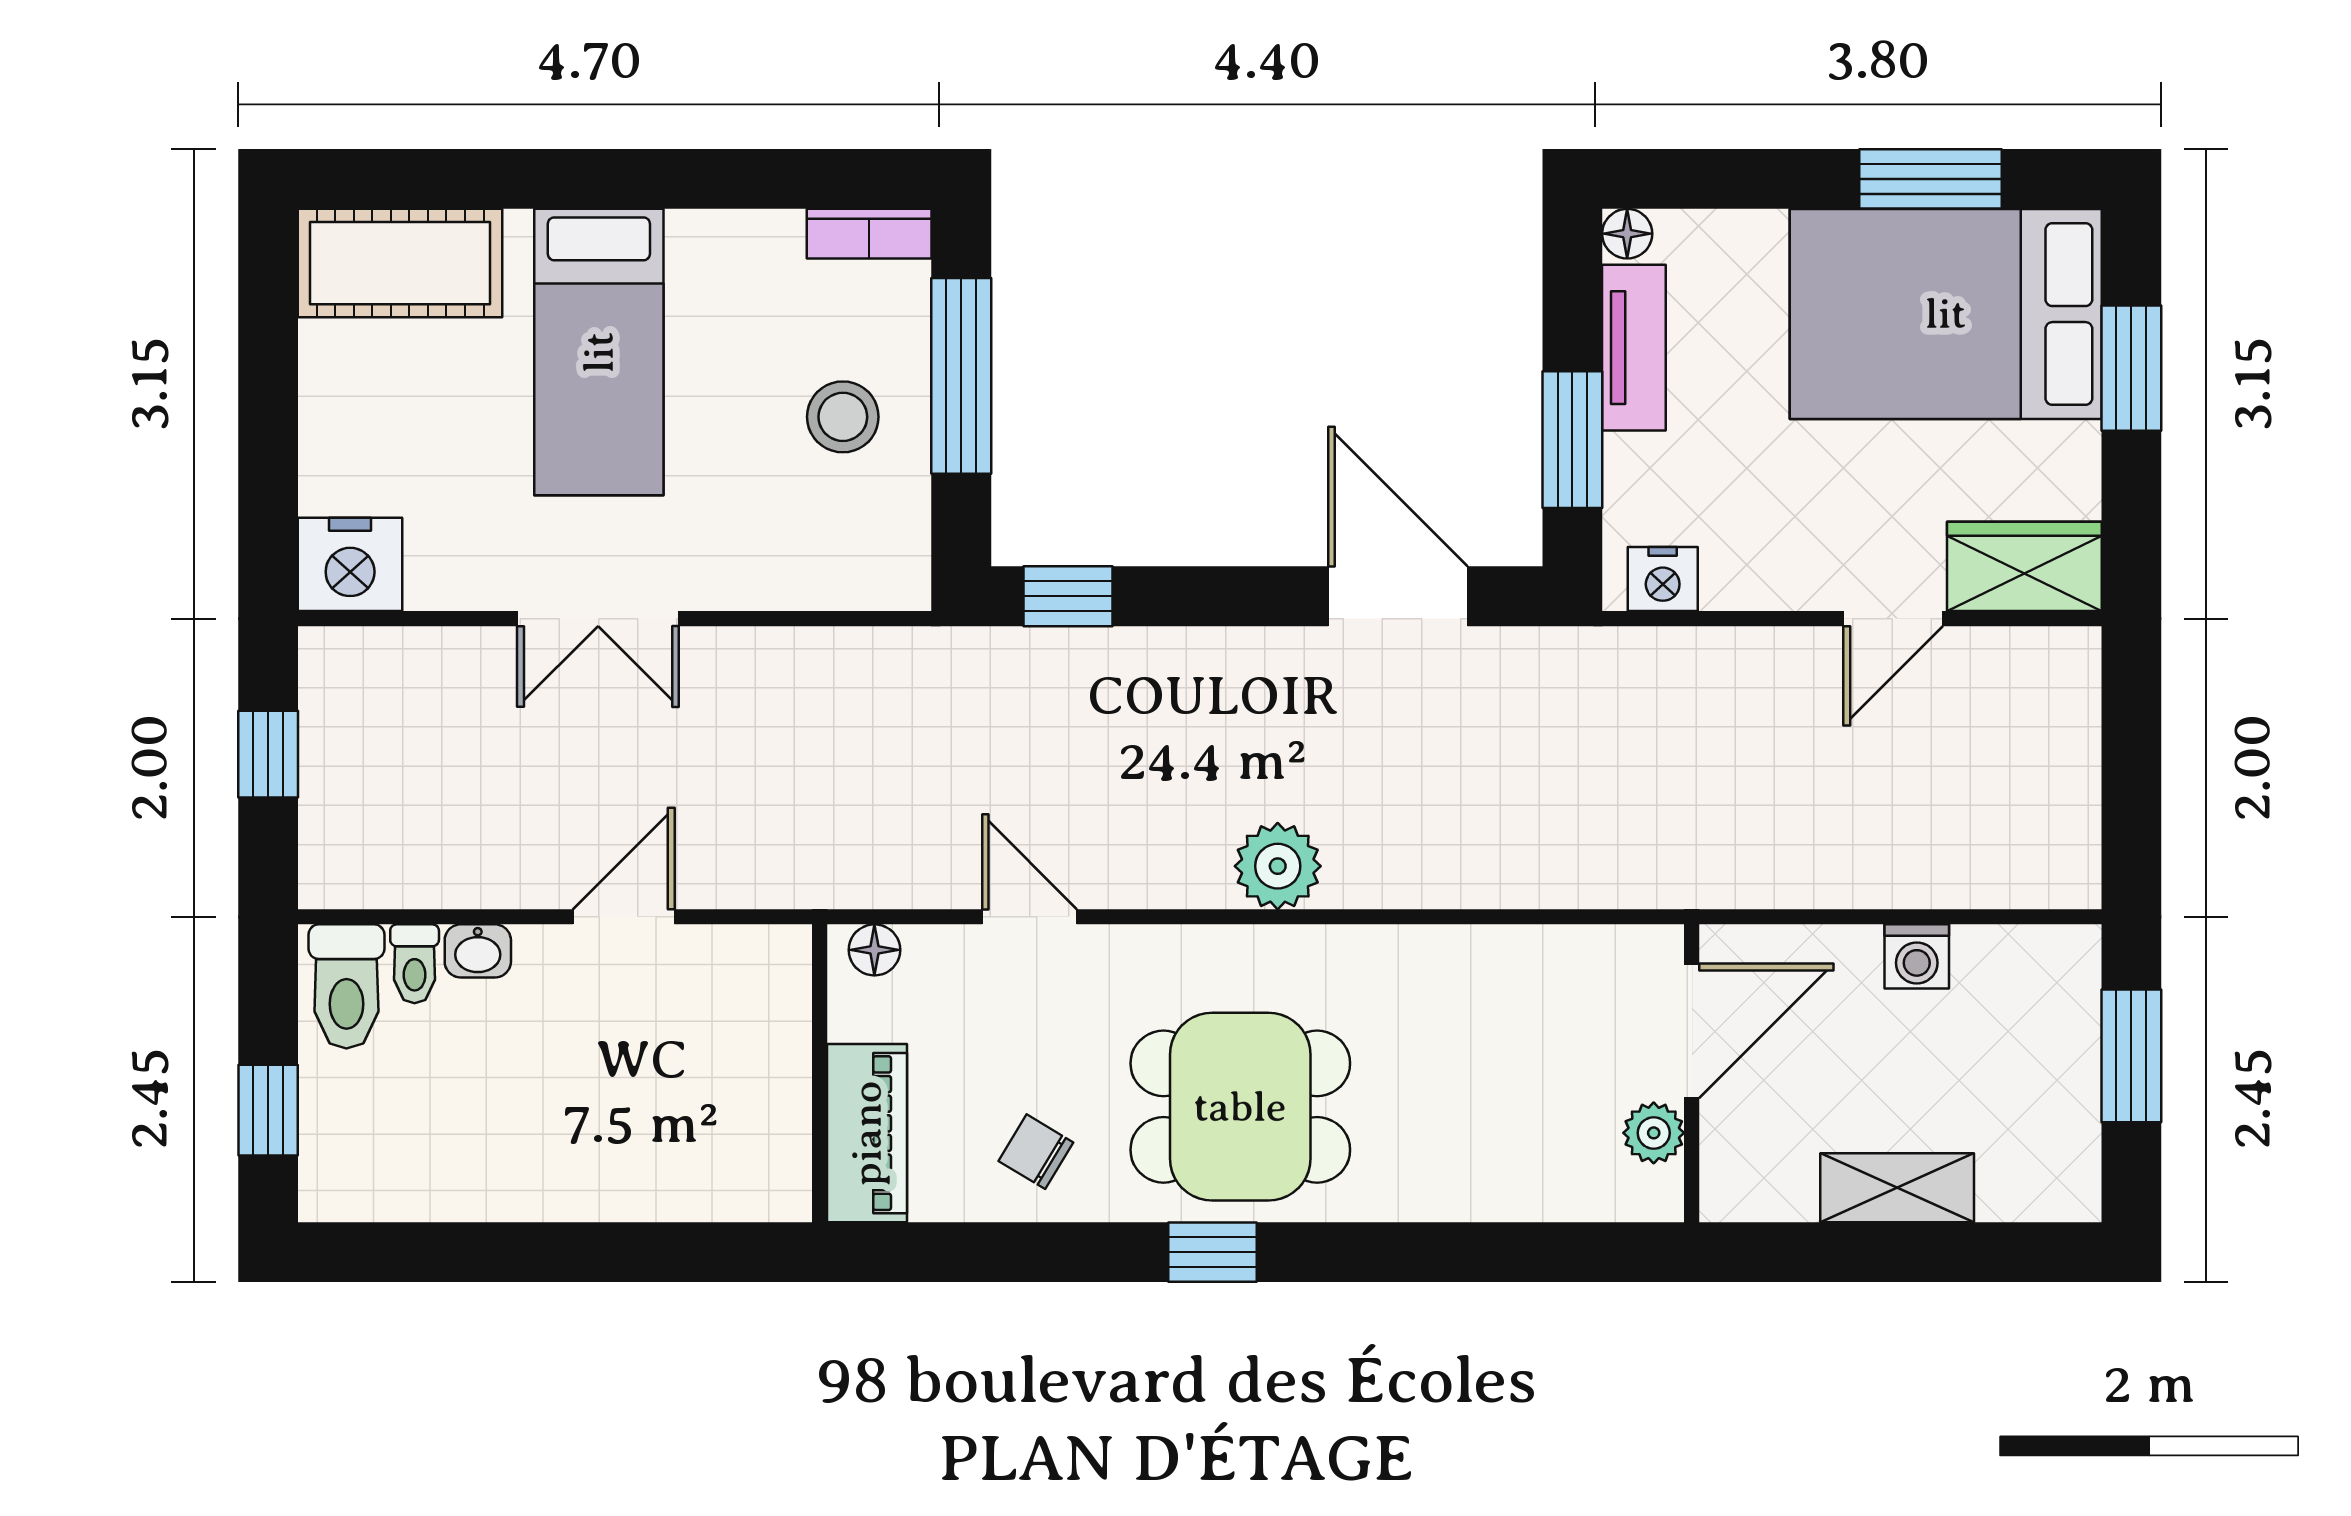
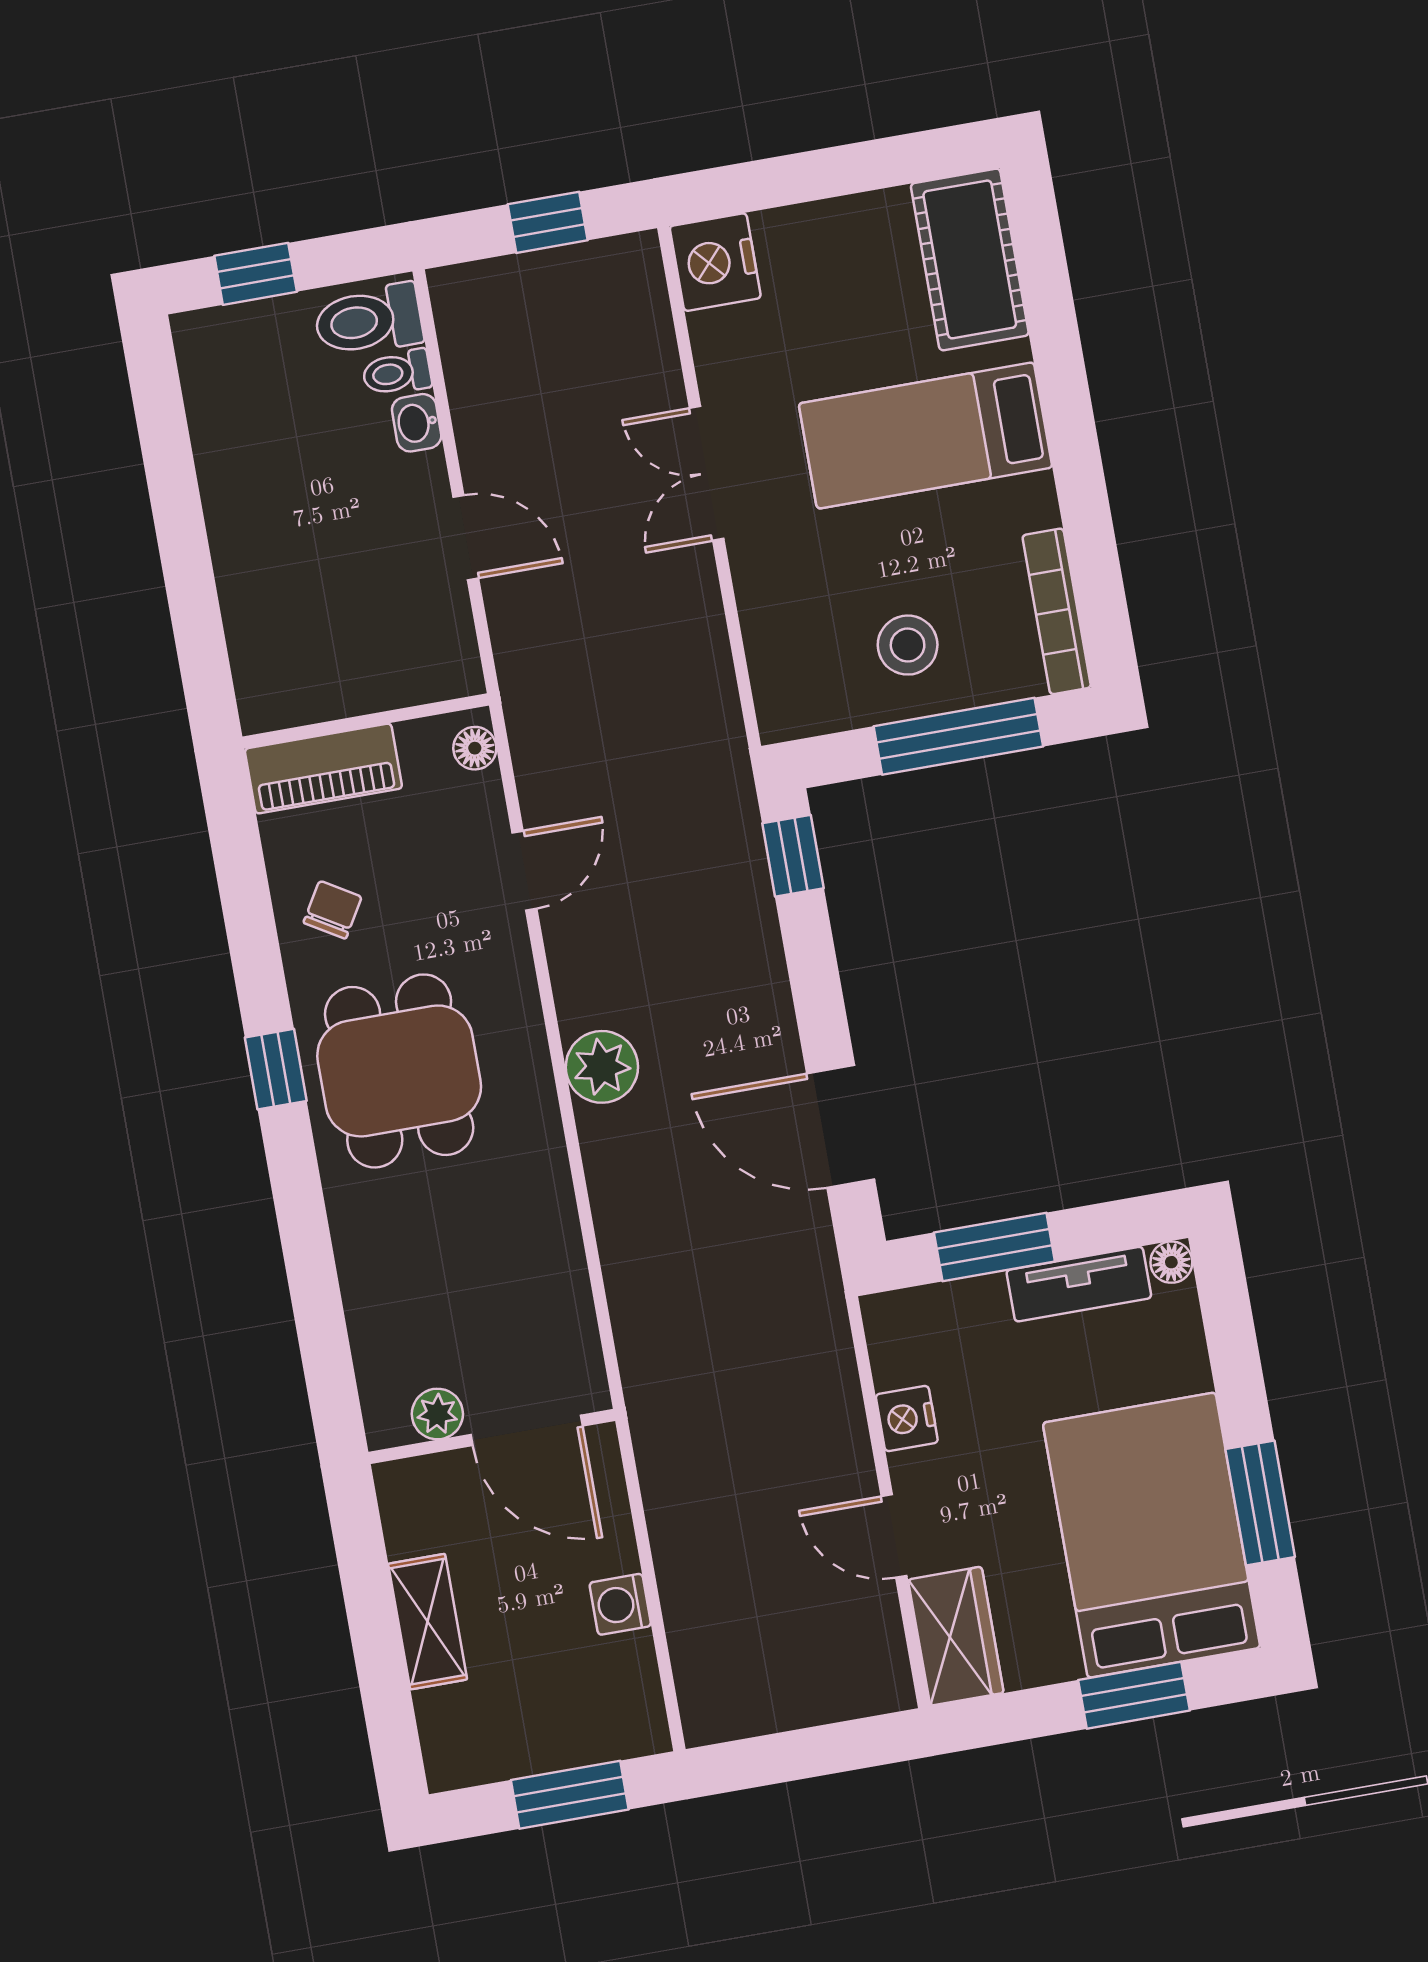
bookcase: (869, 234) -> (1057, 611), width x1.56
nightstand: (1663, 579) -> (907, 1419), moved
door: (1398, 596) -> (841, 1127), swing flipped

